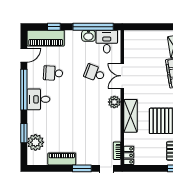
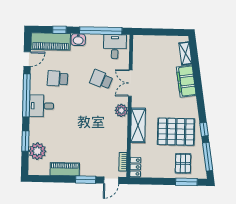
washbasin: (88, 36) -> (78, 40), moved

